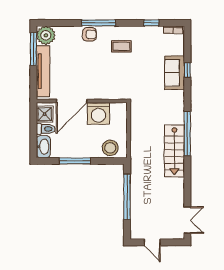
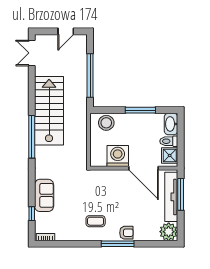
window: (151, 23) -> (66, 244), removed
armchair: (89, 34) -> (126, 233), turned 180
window: (33, 49) -> (181, 194), moved
window: (187, 70) -> (32, 214), moved
door: (72, 101) -> (144, 168), swing flipped
stairs: (174, 151) -> (49, 111), width x1.36, depth x1.51
door: (152, 242) -> (66, 31), swing flipped

